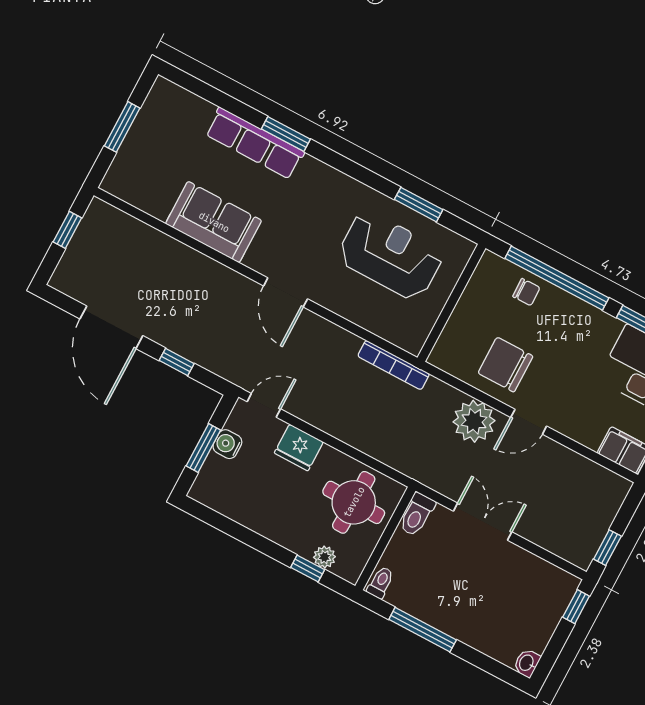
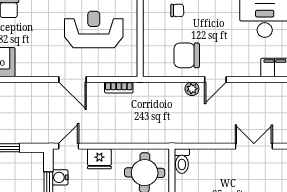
door: (286, 292) -> (73, 79), moved
bookcase: (394, 365) -> (119, 88), width x0.64
plant: (474, 421) -> (192, 89), width x0.53, depth x0.53
double door: (483, 522) -> (254, 146), moved

